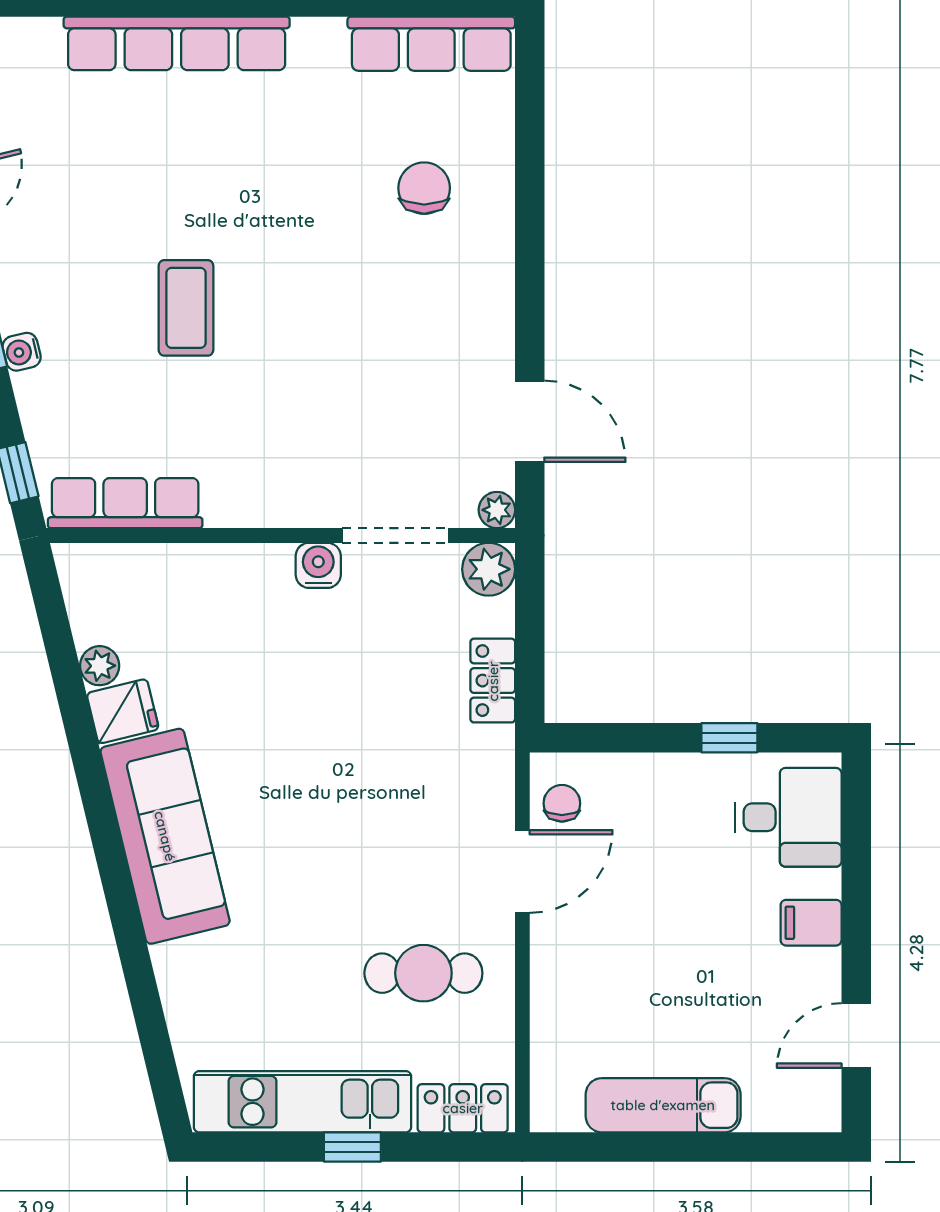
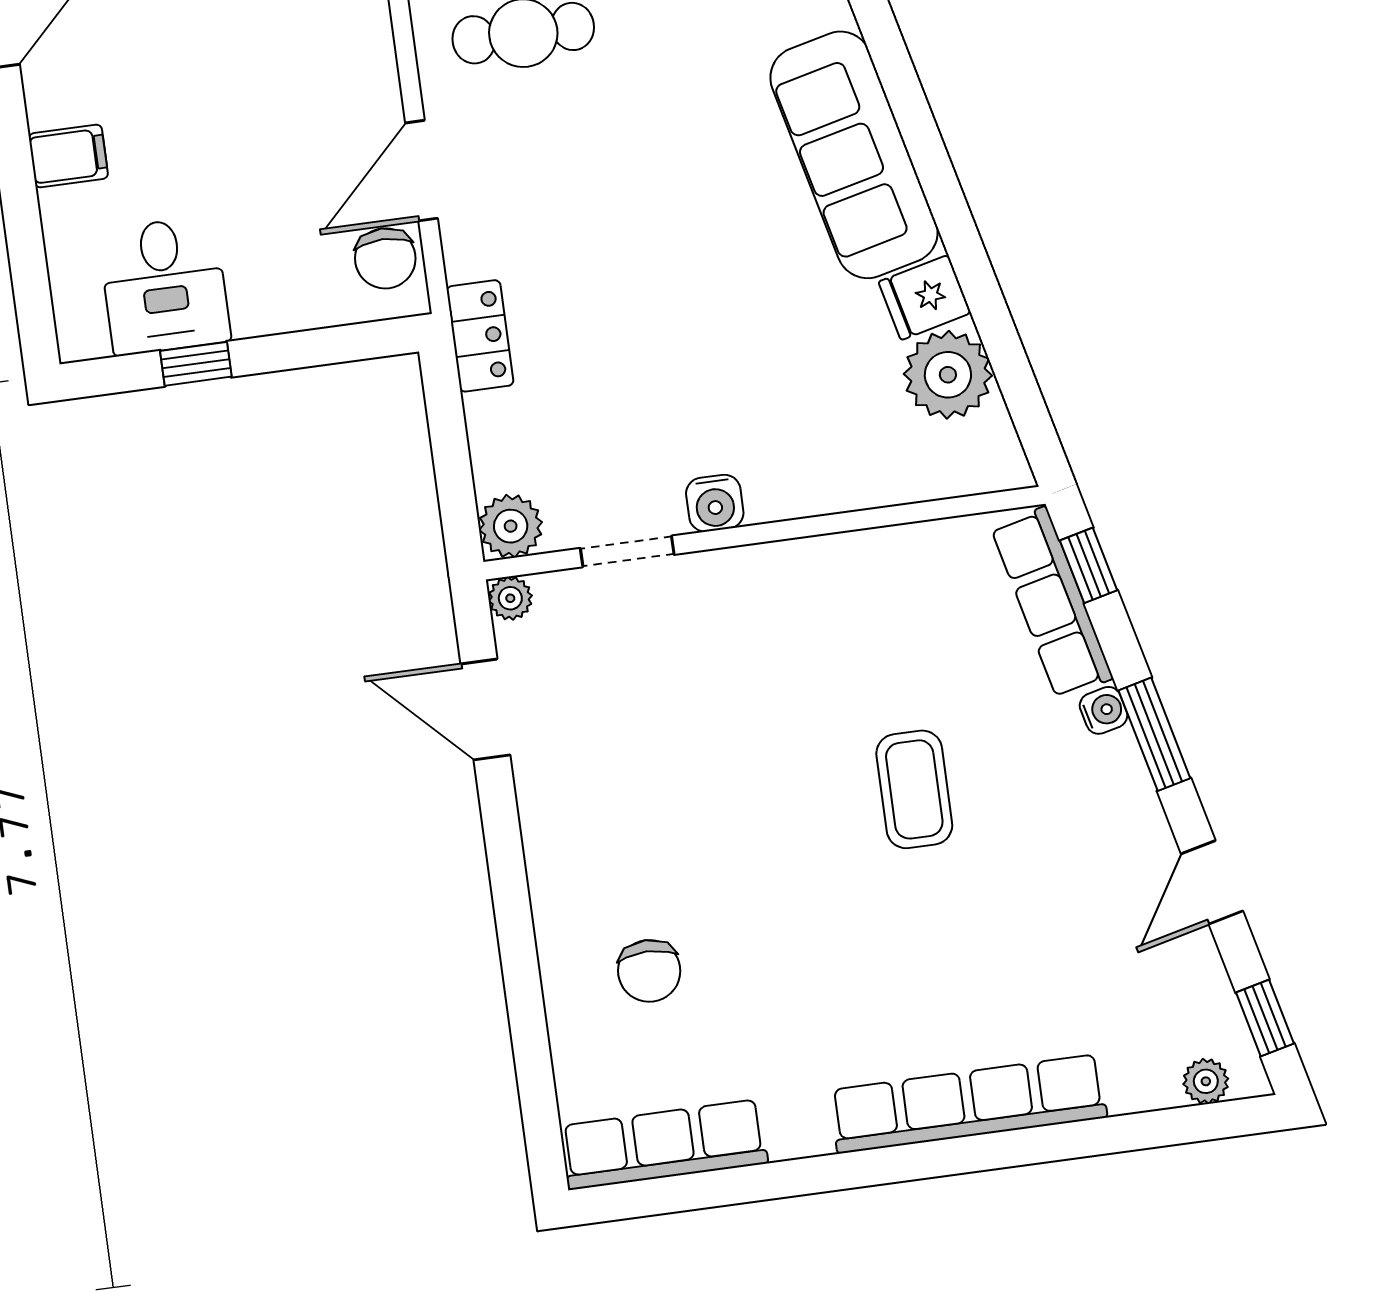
row of seats: (125, 503) -> (1052, 603), moved, turned 76
doorway: (396, 535) -> (627, 551), width x0.73
plant: (100, 666) -> (948, 375), width x1.87, depth x1.87
locker: (493, 681) -> (480, 336), moved
chair: (562, 803) -> (385, 258), width x1.37, depth x1.37
desk: (788, 817) -> (164, 286), moved, turned -90

